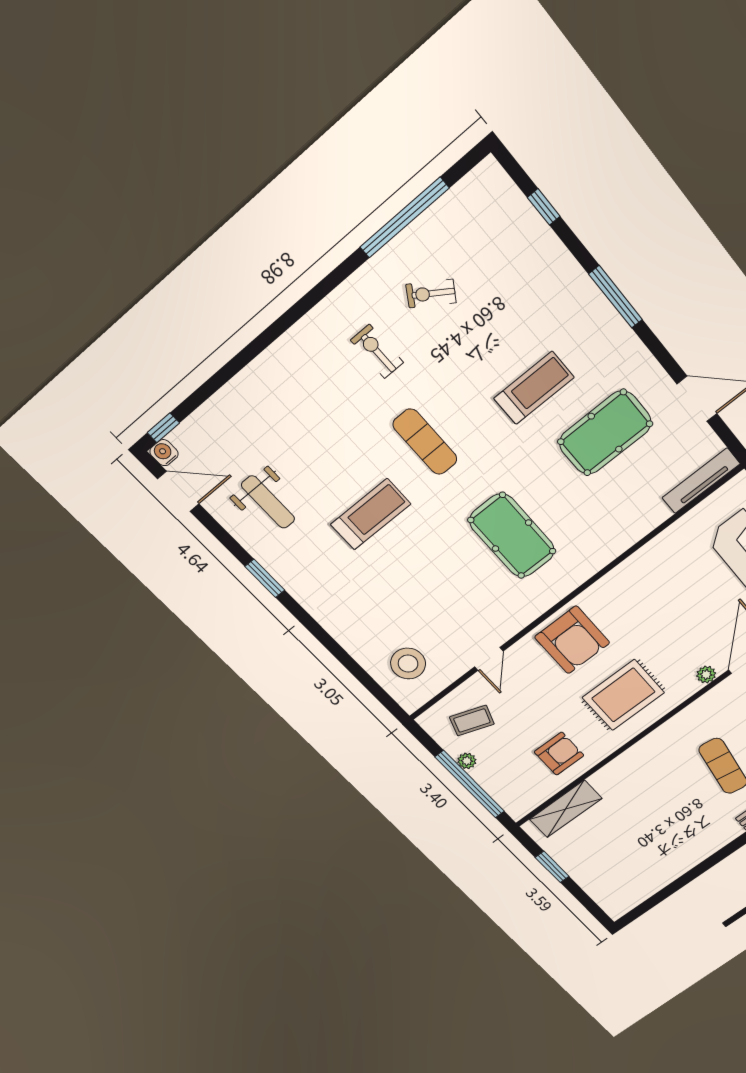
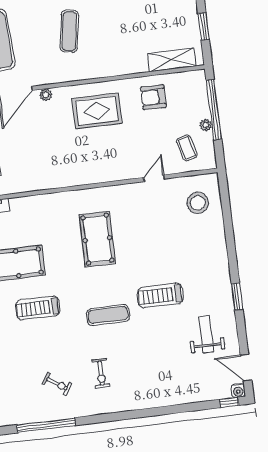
exercise mat: (425, 442) -> (108, 315), turned 90
armchair: (572, 640) -> (104, 161), removed
coffee table: (472, 720) -> (187, 148), turned 55

